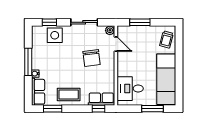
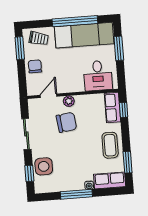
window: (140, 22) -> (20, 48), moved
plant: (110, 30) -> (69, 101), moved
chair: (142, 34) -> (35, 66), added
window: (179, 72) -> (75, 21), added

